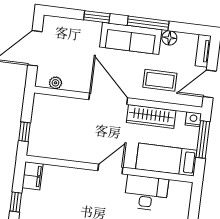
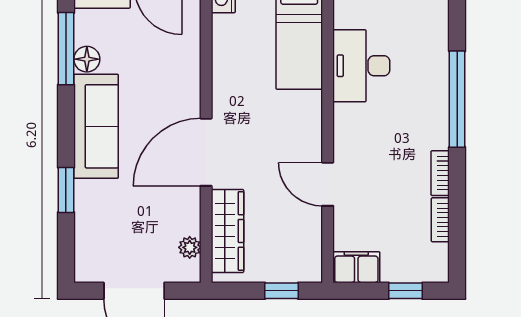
window: (148, 23) -> (66, 49), moved
coffee table: (160, 80) -> (163, 66), removed
wardrobe: (151, 116) -> (227, 231), moved
door: (110, 169) -> (328, 184), moved

